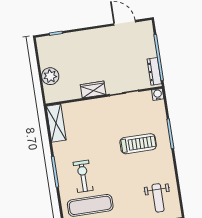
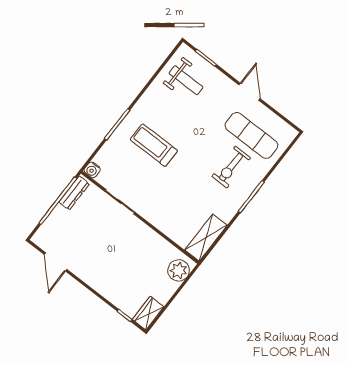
plant: (50, 76) -> (179, 270), moved
wardrobe: (93, 90) -> (148, 313), moved, turned 90
weight bench: (158, 198) -> (186, 80), turned 90

